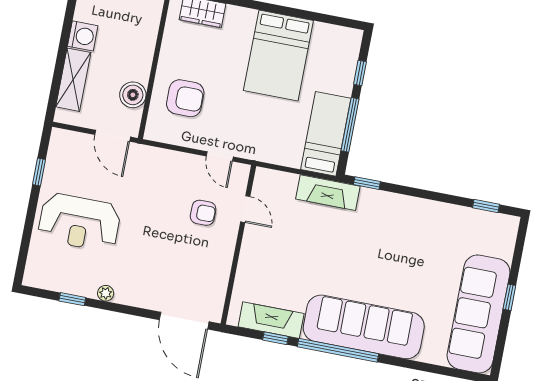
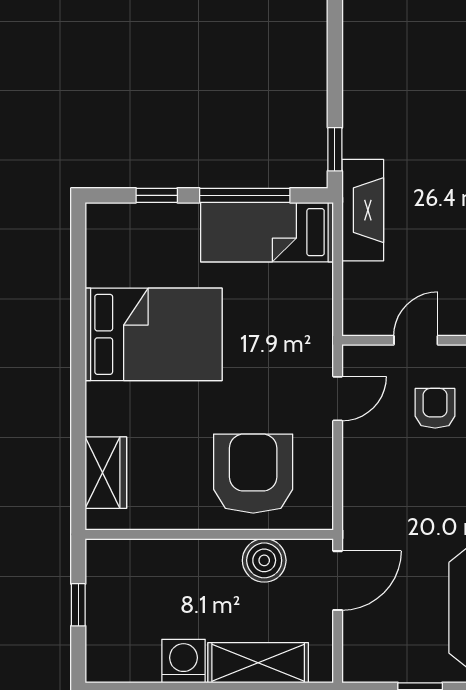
armchair: (185, 98) -> (253, 474), width x1.36, depth x1.36

